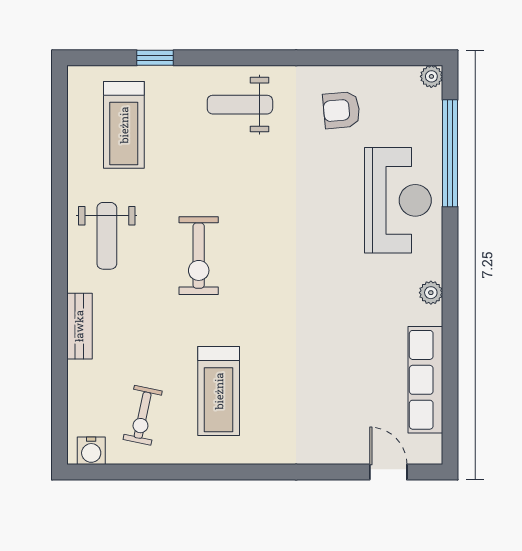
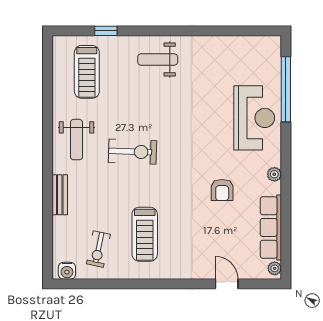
plant: (431, 76) -> (275, 268), moved
armchair: (341, 110) -> (222, 190), moved, turned -85
exercise bike: (199, 256) -> (133, 152), turned -88
door: (388, 472) -> (227, 284), moved

